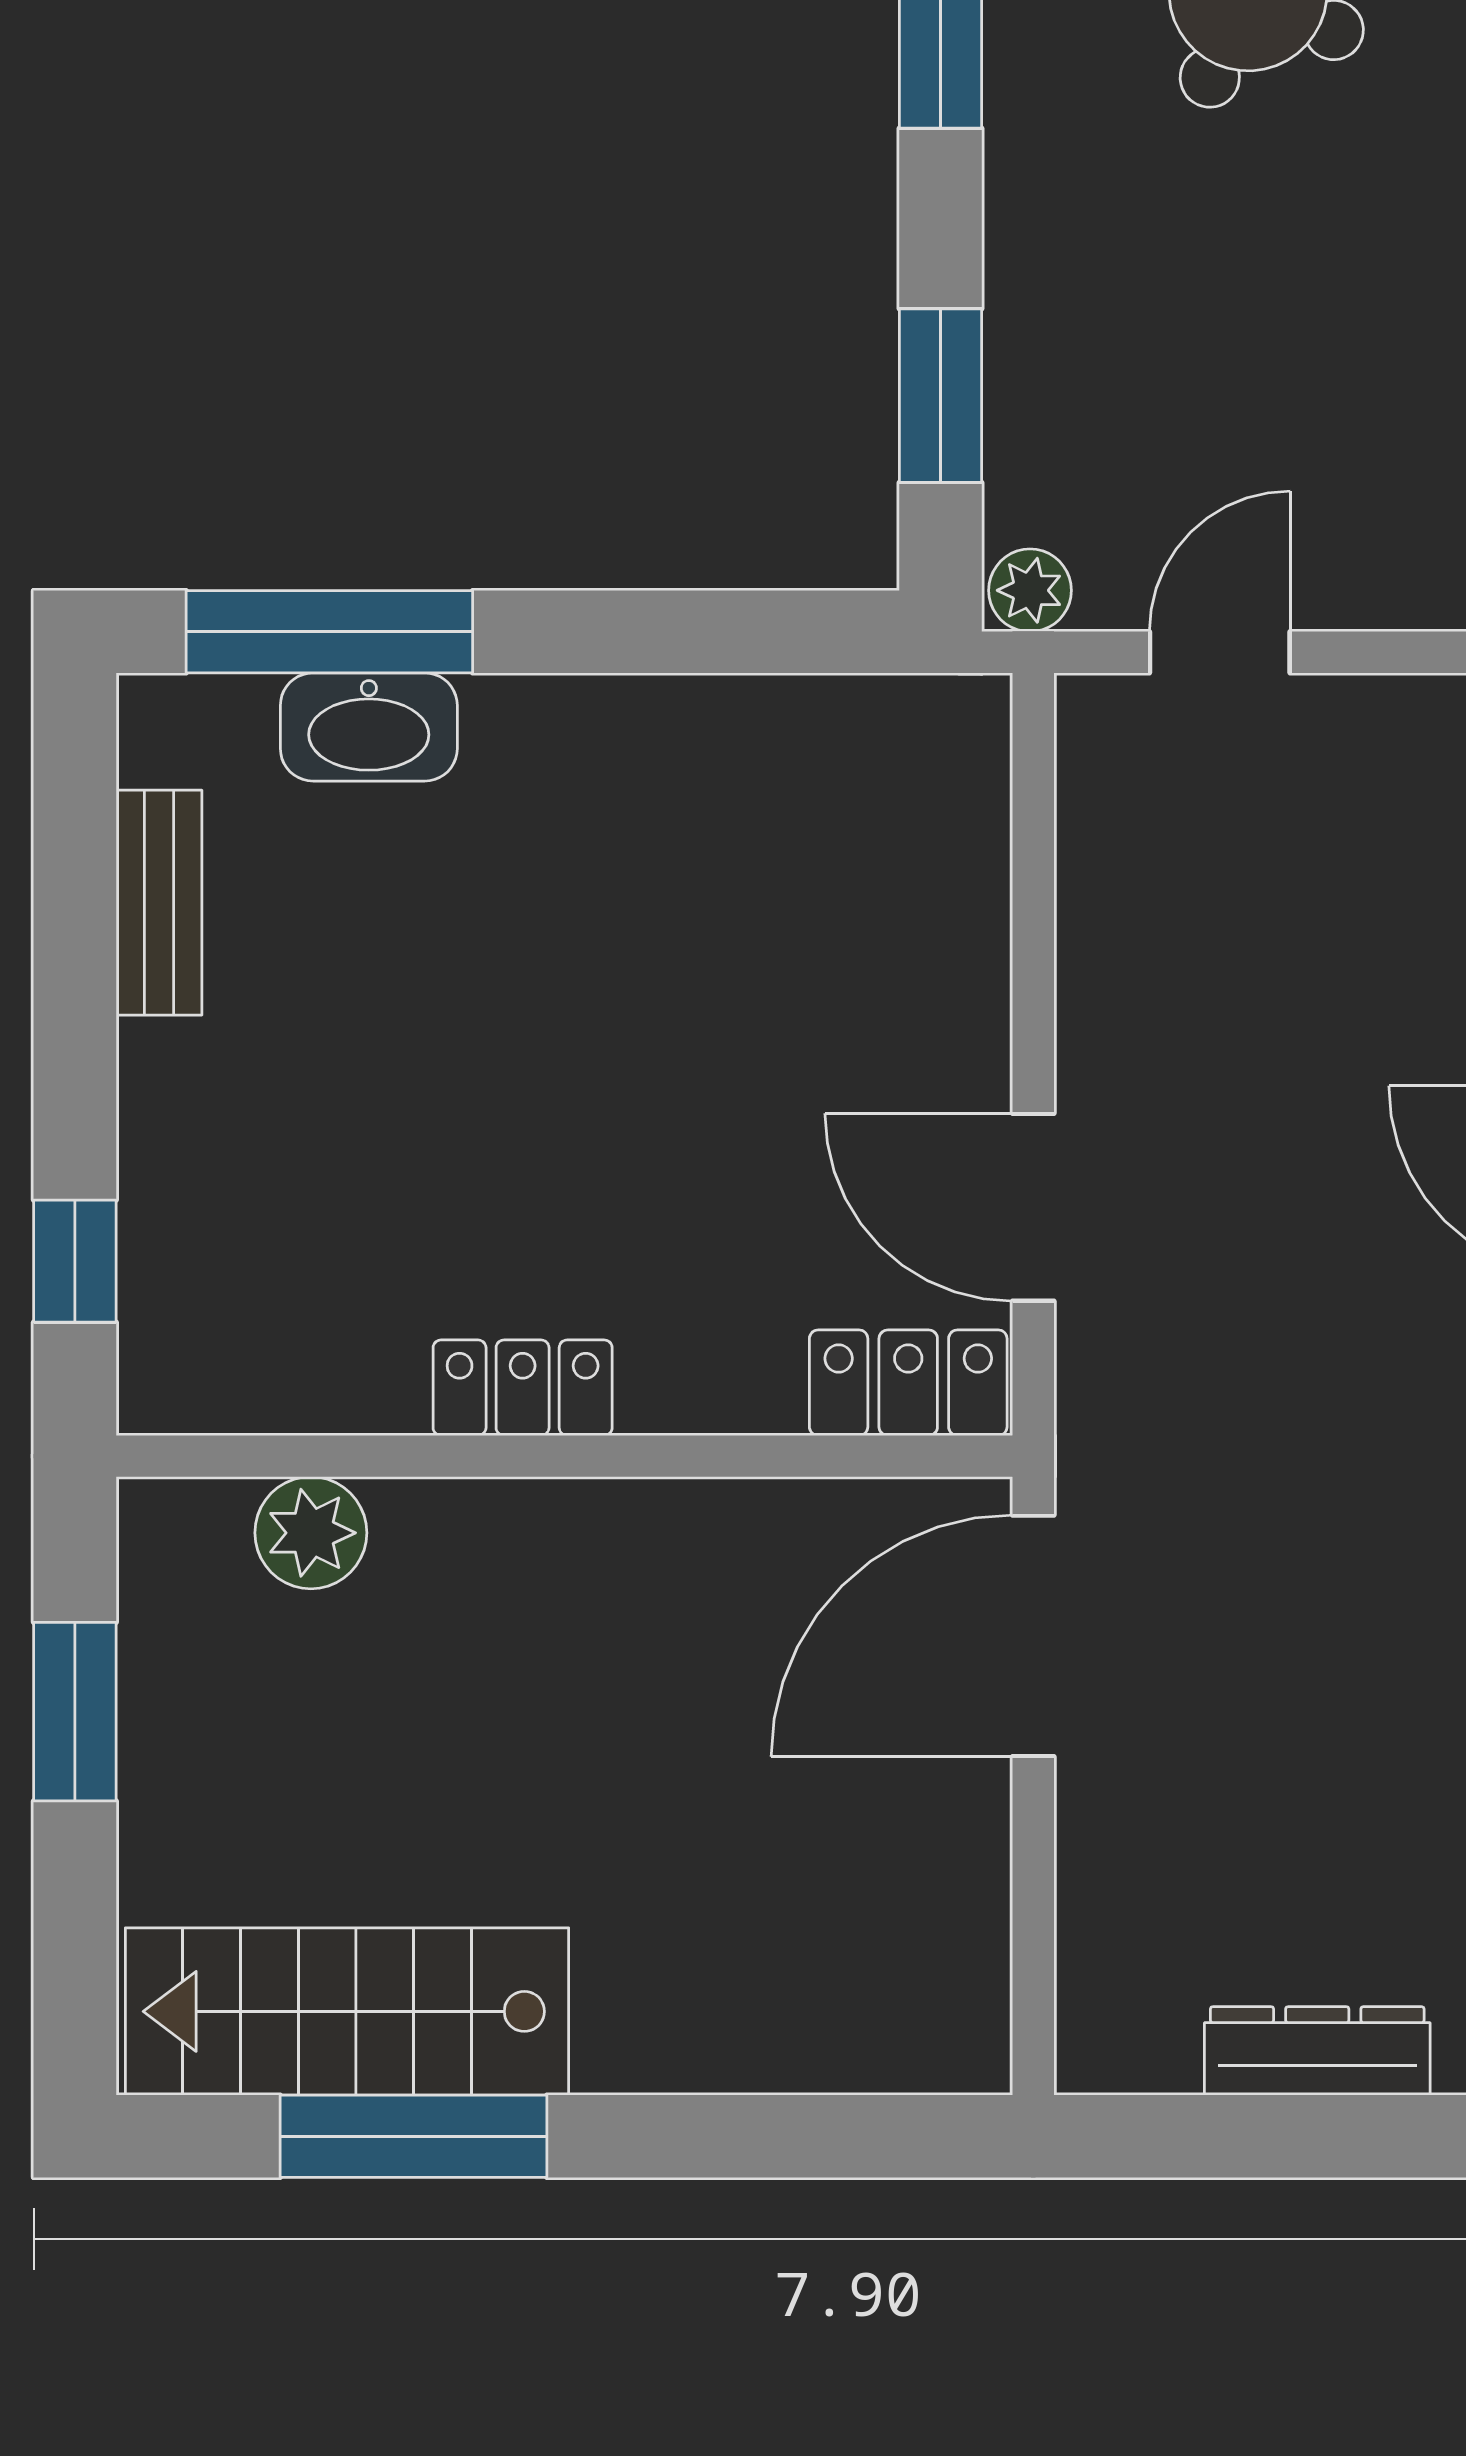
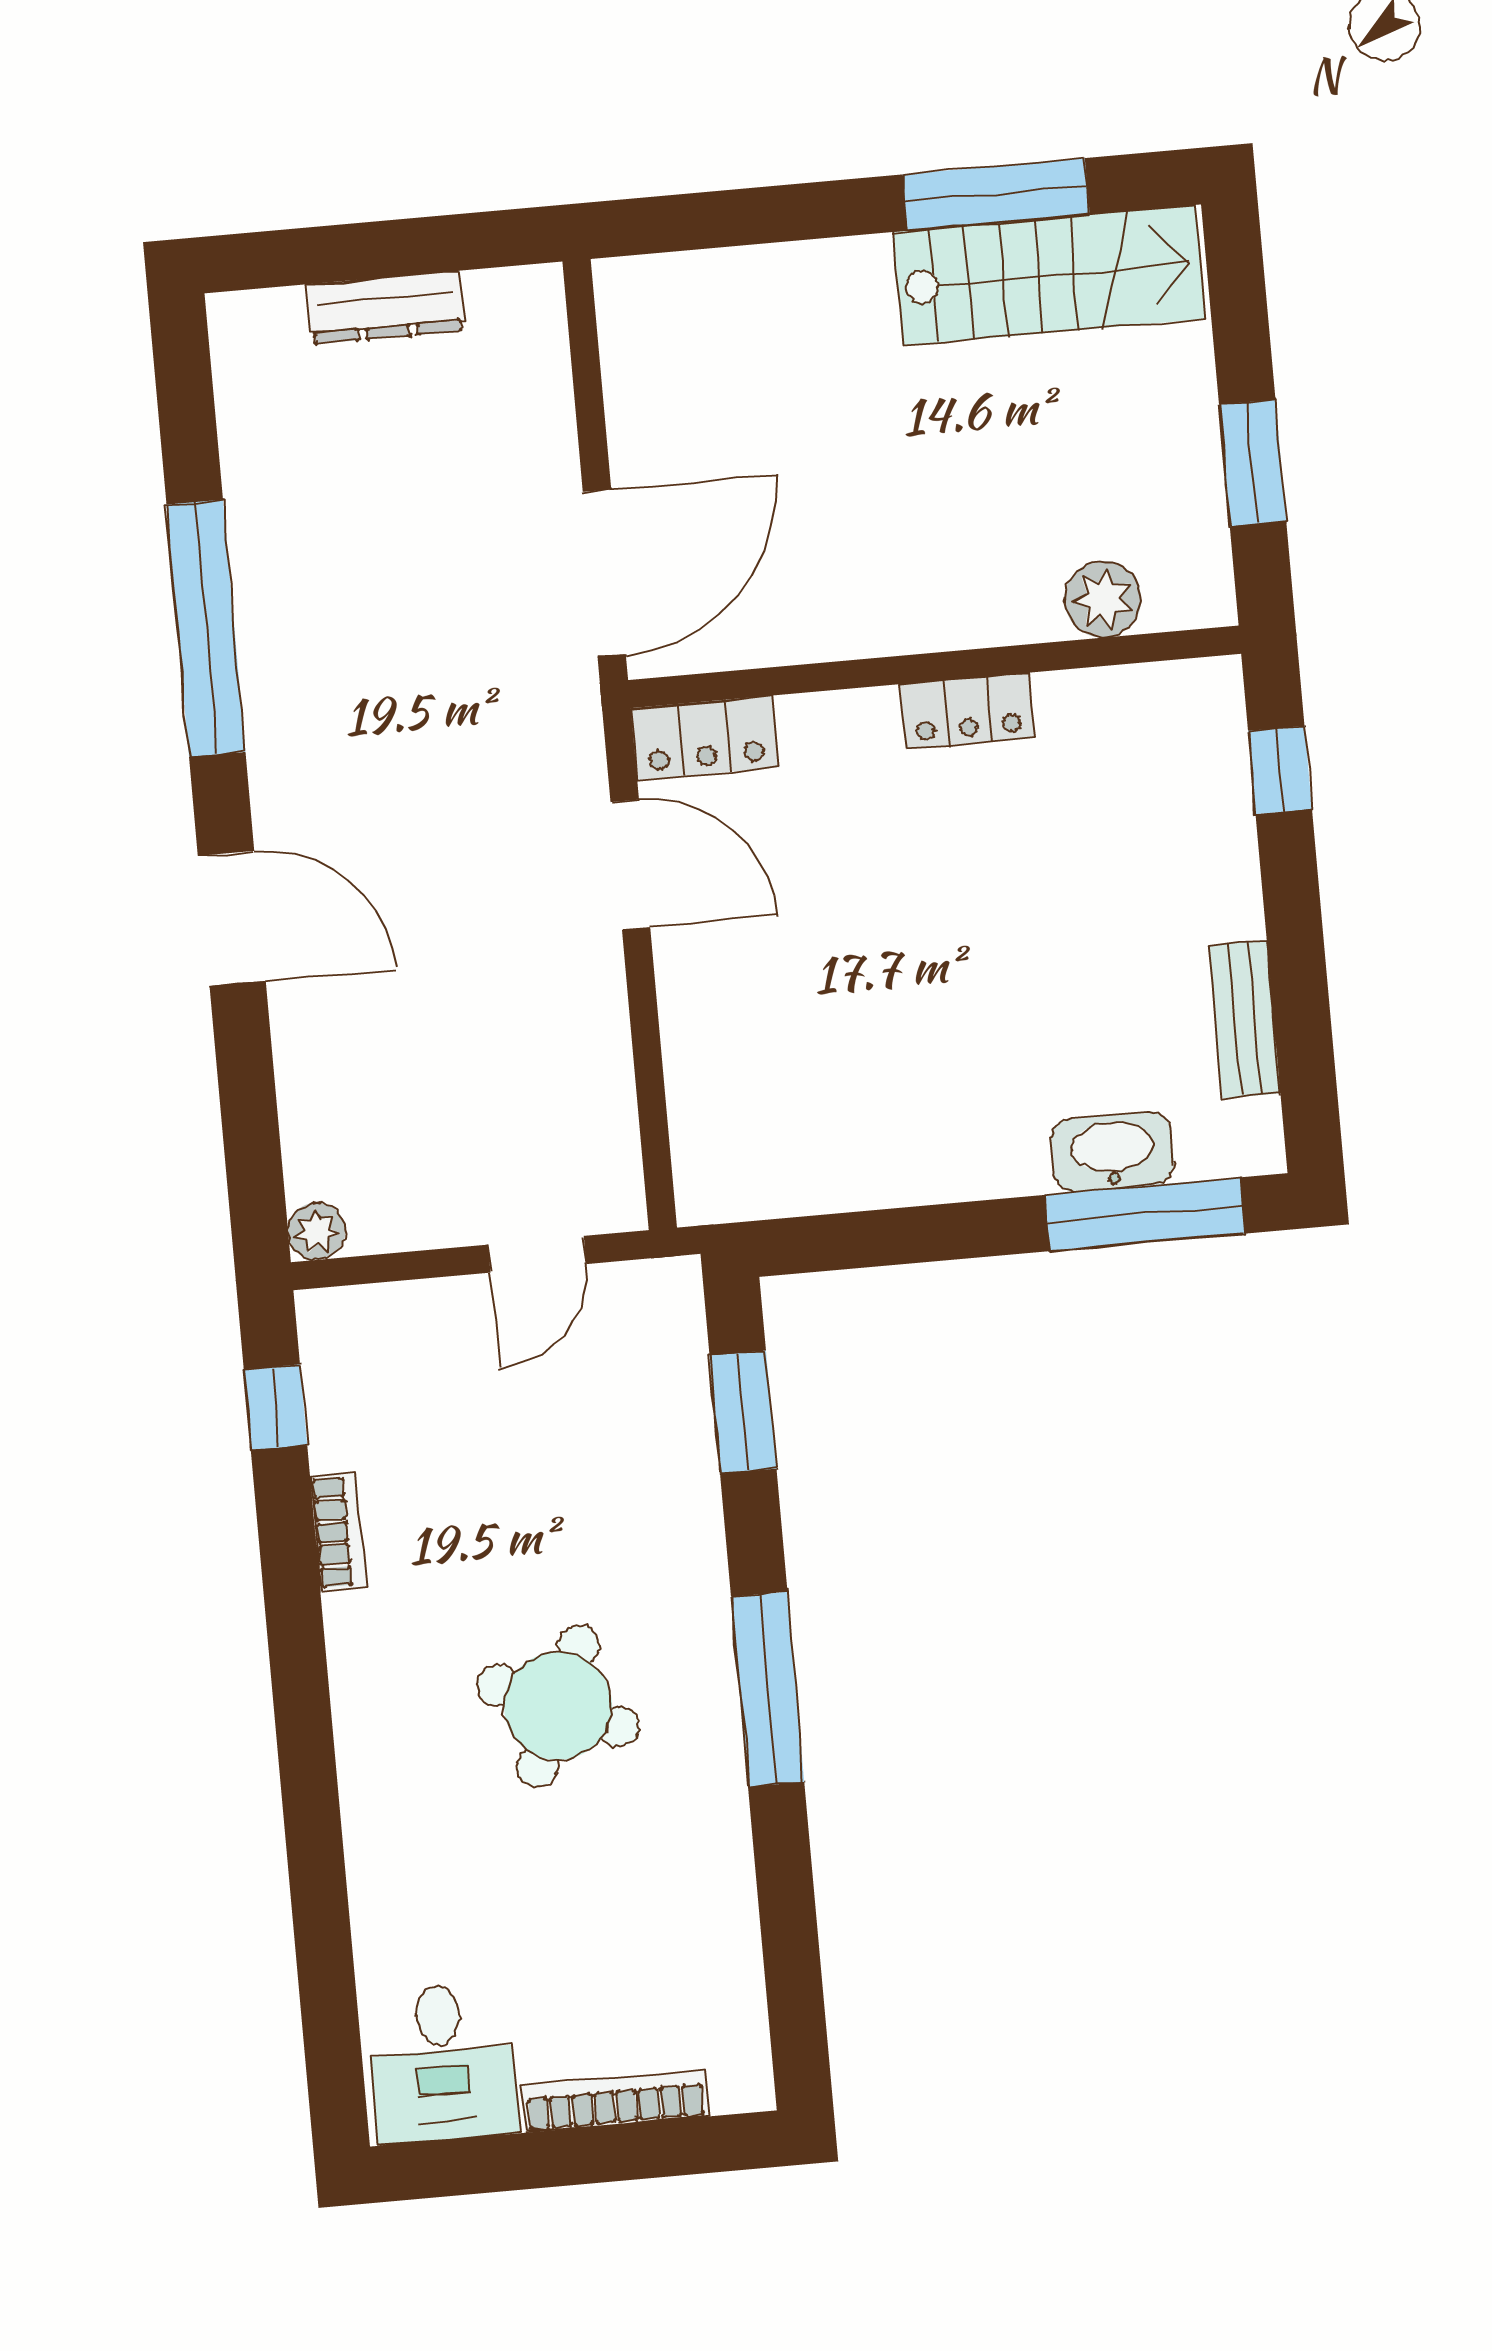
plant: (1030, 590) -> (670, 1285), removed

